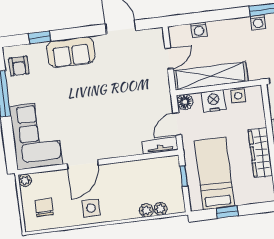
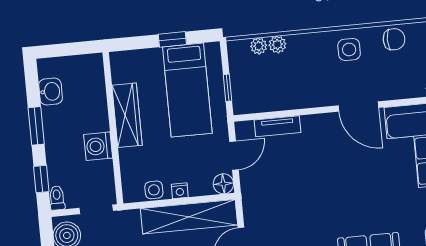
nightstand: (214, 101) -> (180, 191), width x0.53, depth x0.56
tv unit: (160, 146) -> (278, 126), moved
door: (83, 164) -> (358, 107), swing flipped
chair: (44, 207) -> (394, 39), moved, turned -90

